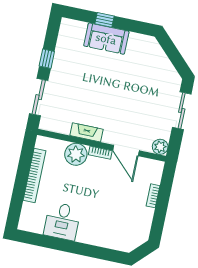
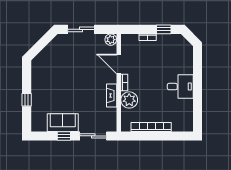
sofa: (106, 39) -> (63, 123), moved, turned -90
door: (126, 150) -> (119, 64), swing flipped
window: (159, 219) -> (164, 29), added
desk: (62, 221) -> (180, 87), moved

